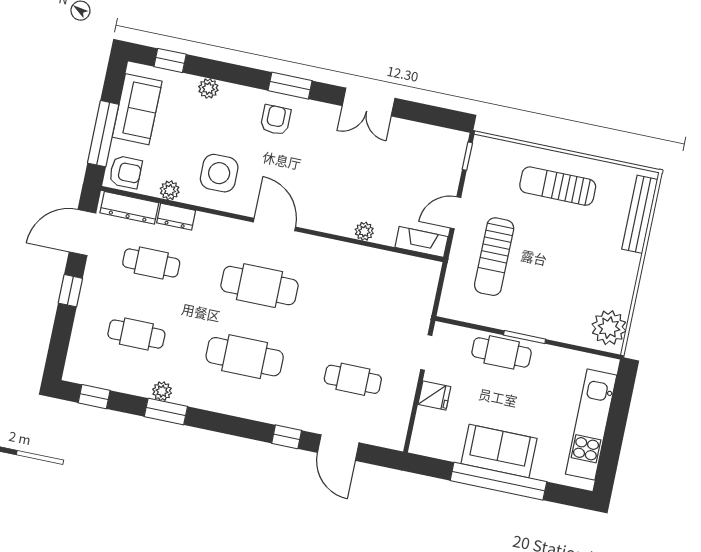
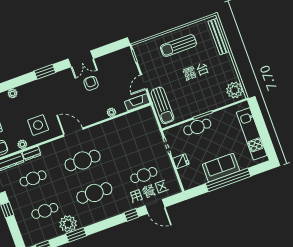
armchair: (276, 120) -> (91, 83), moved
sun lounger: (494, 257) -> (163, 105), moved
plant: (162, 391) -> (68, 224), width x1.88, depth x1.88

